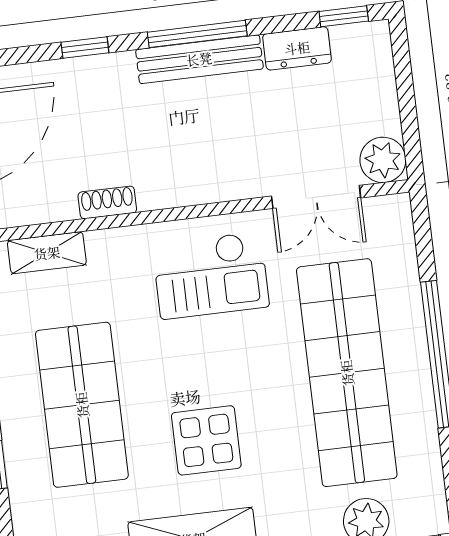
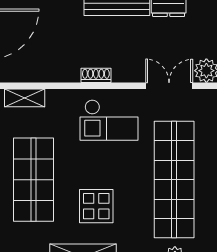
double door: (316, 197) -> (169, 86), swing flipped
shoe rack: (107, 202) -> (96, 75), moved

